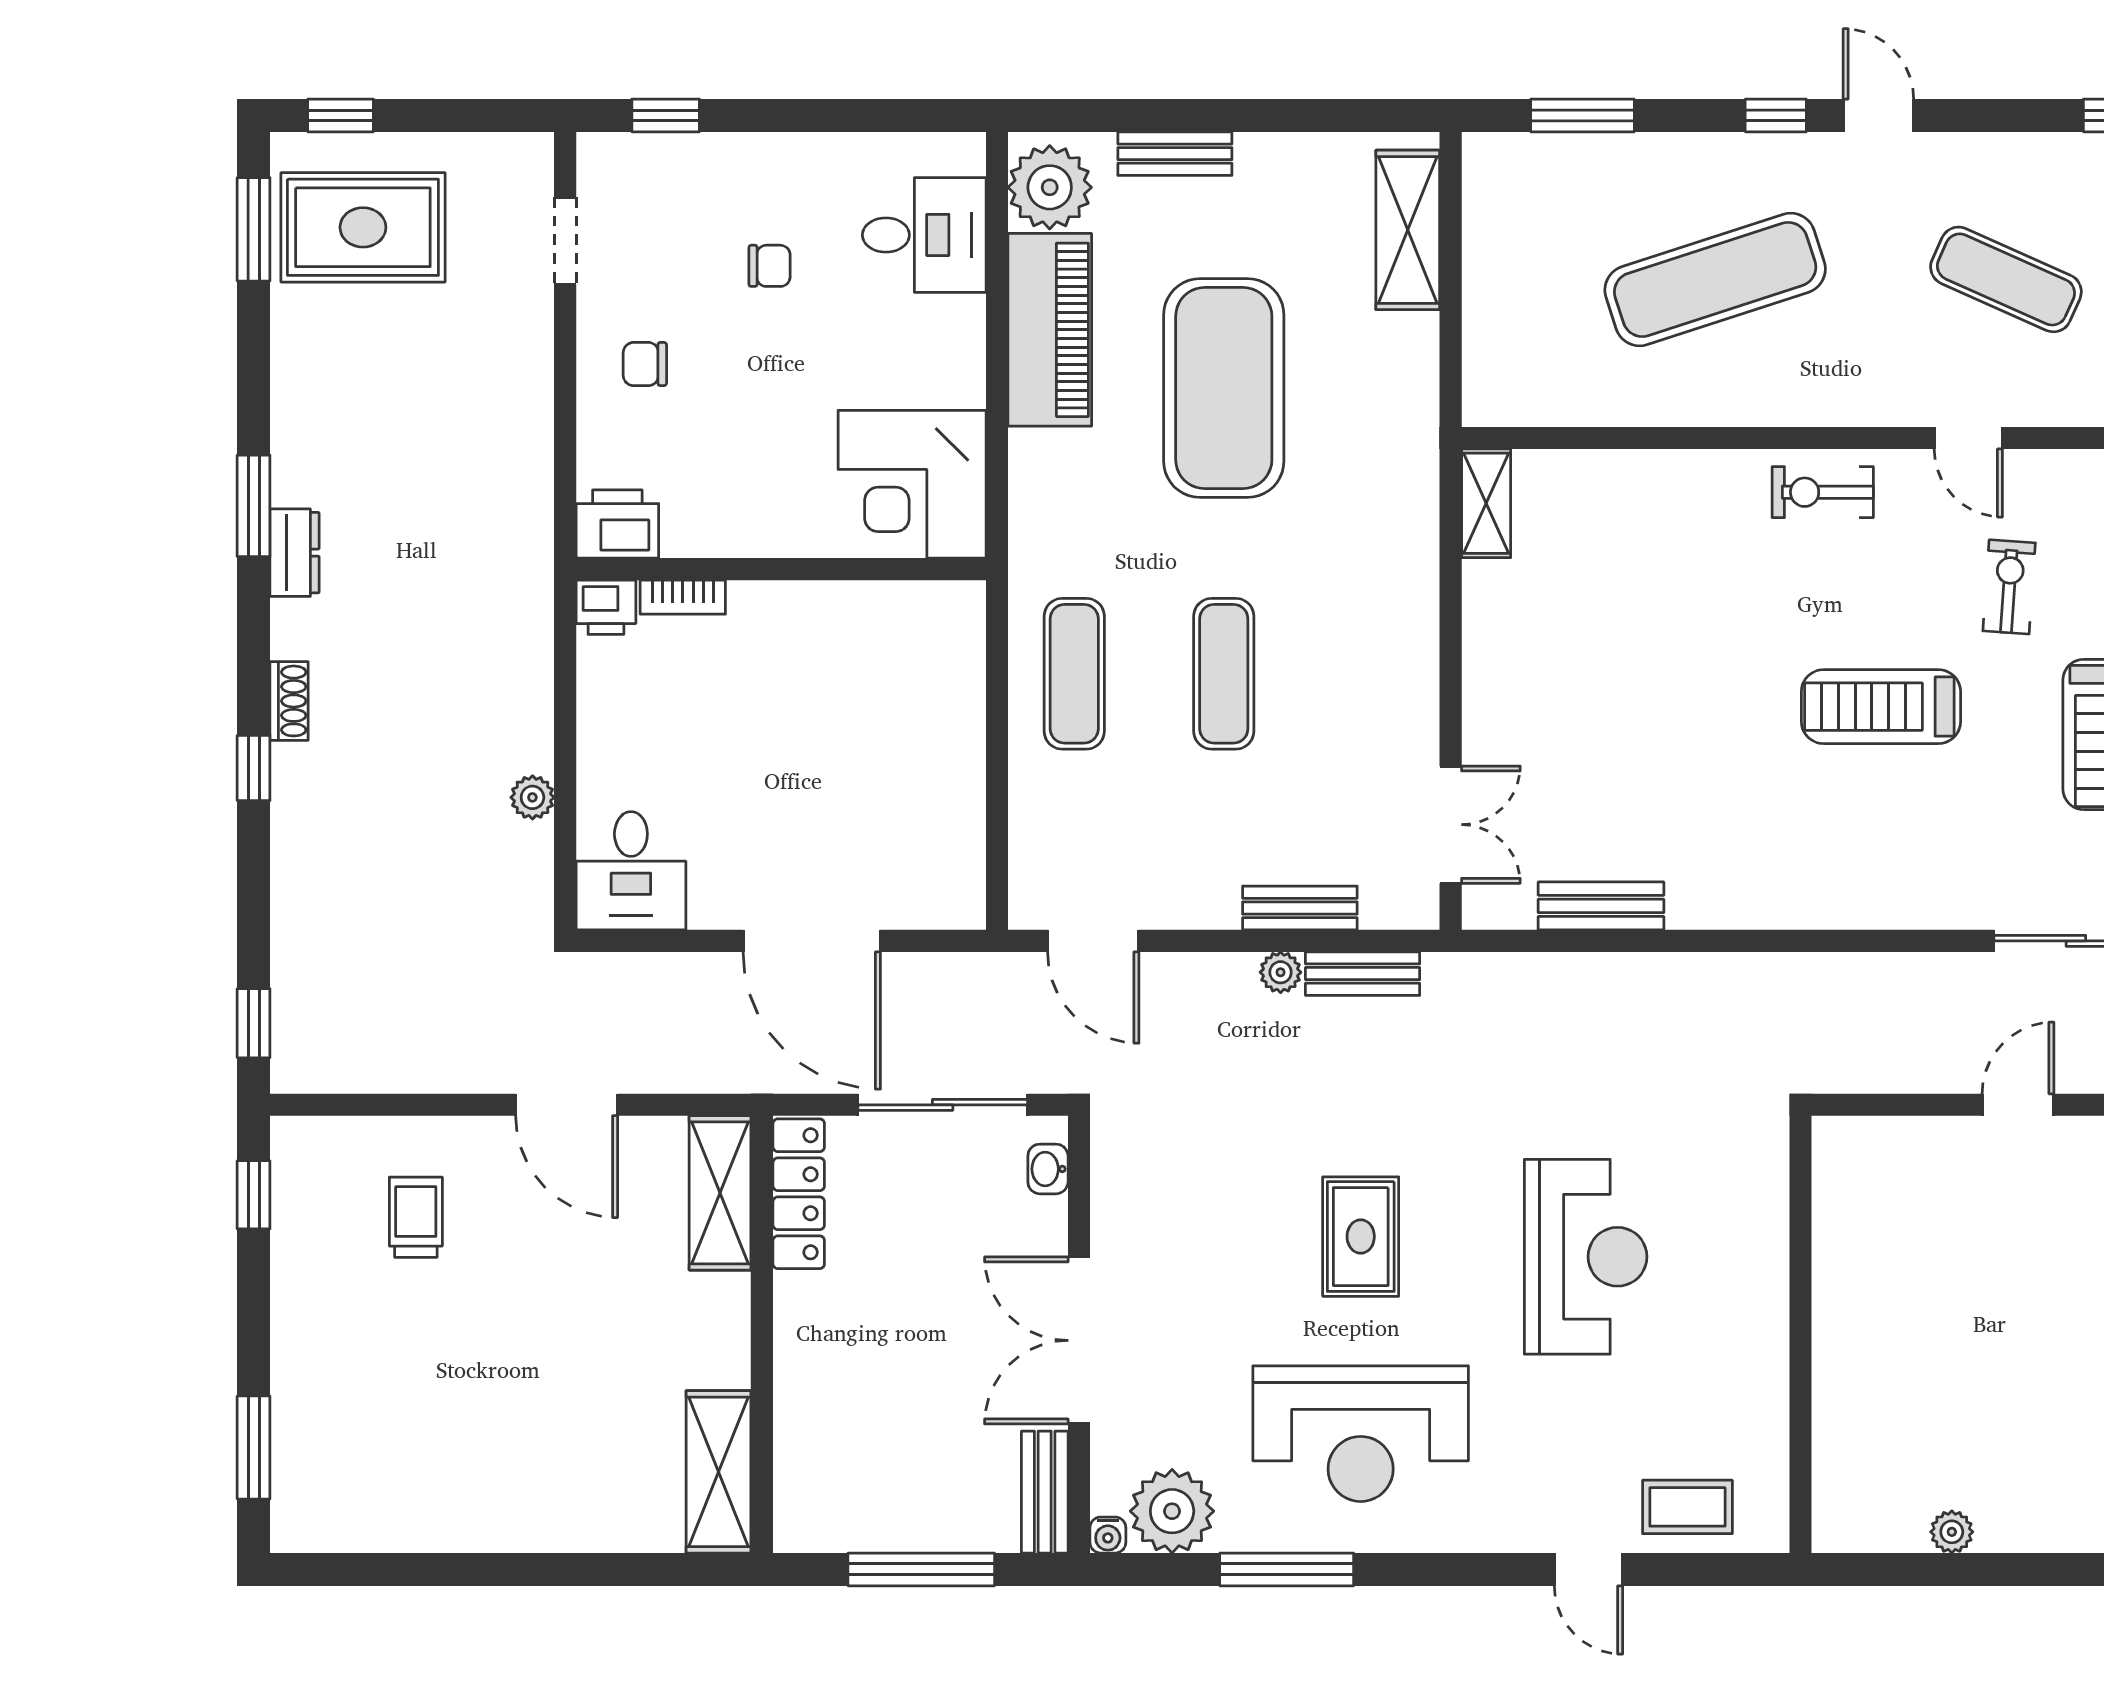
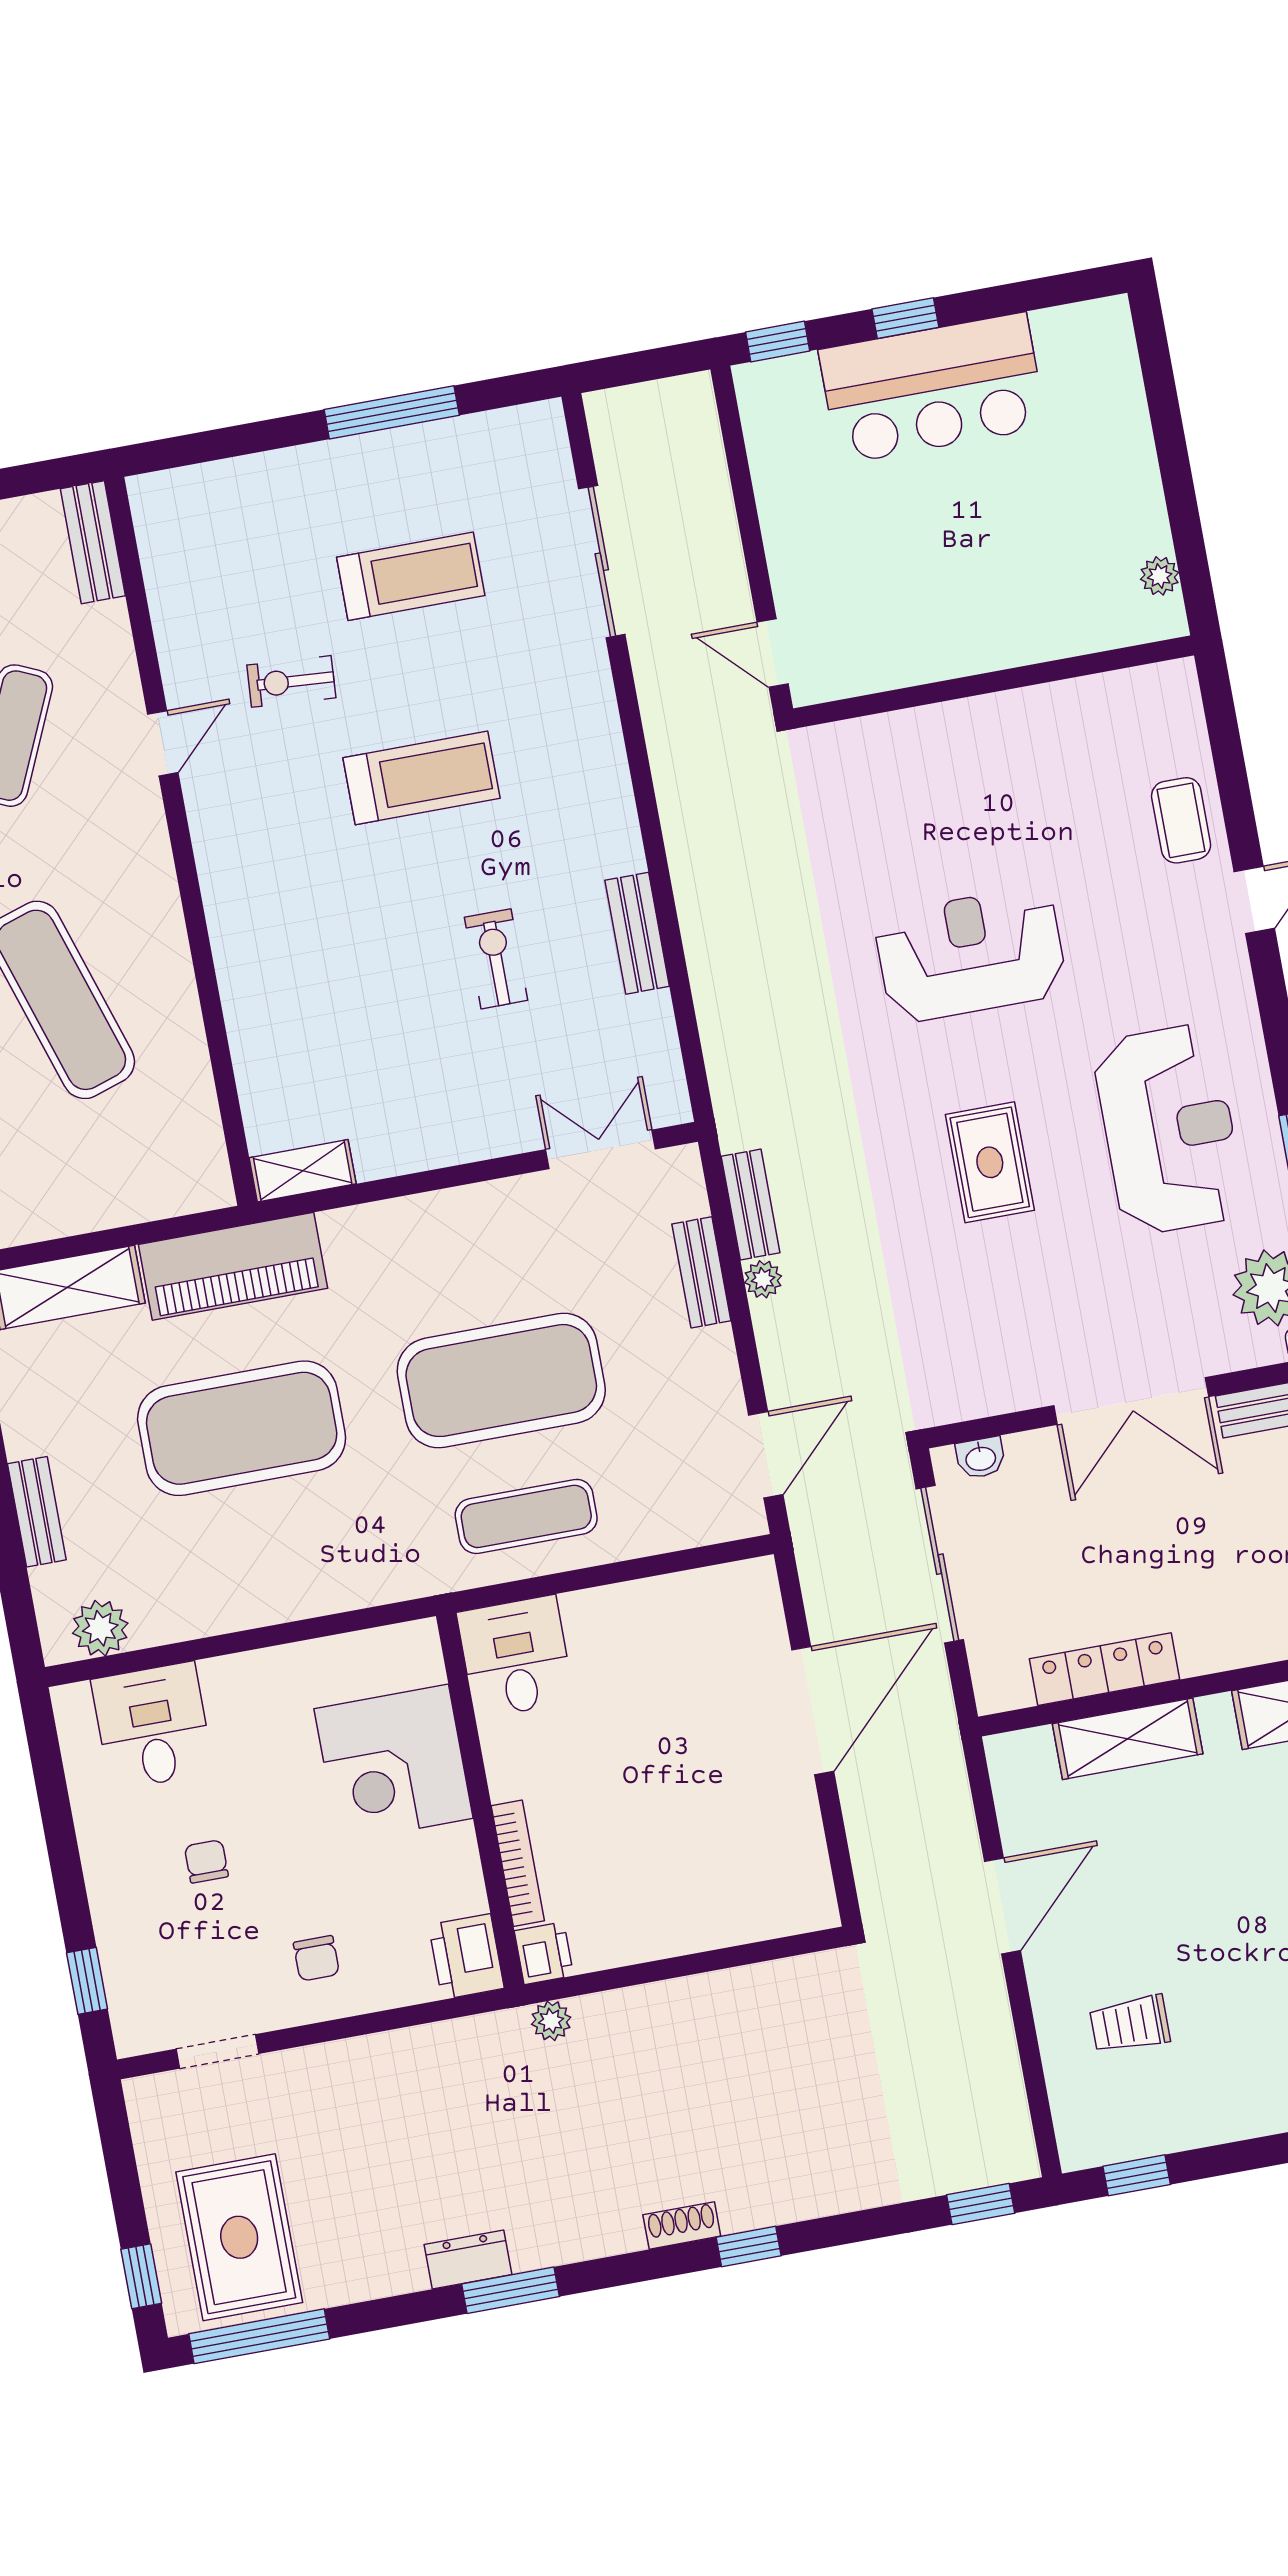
plant: (1050, 187) -> (100, 1628), width x0.73, depth x0.73
window: (254, 229) -> (259, 2336), width x1.44
piano: (1050, 330) -> (233, 1266), moved, turned 180
corner desk: (912, 484) -> (394, 1764), moved, turned 90
exercise bike: (1823, 492) -> (496, 959), moved, turned 180
dresser: (295, 553) -> (468, 2259), moved
bookcase: (683, 597) -> (518, 1863), width x1.56
exercise mat: (1224, 674) -> (501, 1381), width x2.00, depth x1.45
treadmill: (1881, 707) -> (422, 778), turned -90
plant: (532, 797) -> (551, 2021), moved
desk: (631, 871) -> (516, 1657), moved, turned -90
bench: (1601, 906) -> (637, 933), moved
door: (2018, 1105) -> (773, 653), moved
shelving: (720, 1193) -> (1128, 1739), moved
locker: (799, 1194) -> (1105, 1669), moved
rug: (1361, 1237) -> (990, 1162), turned 90
wall: (1800, 1334) -> (994, 682), moved

